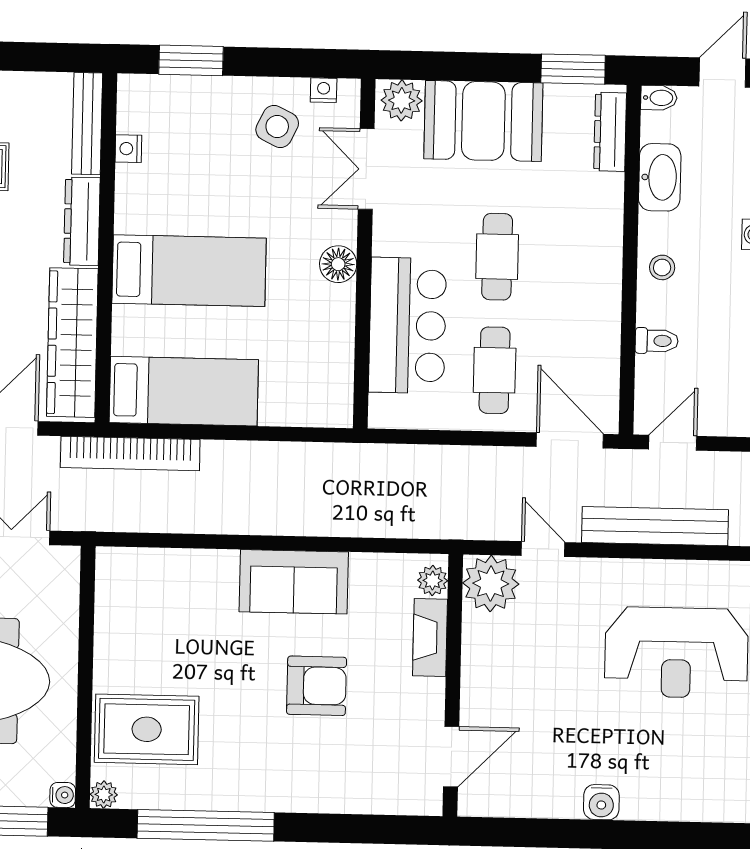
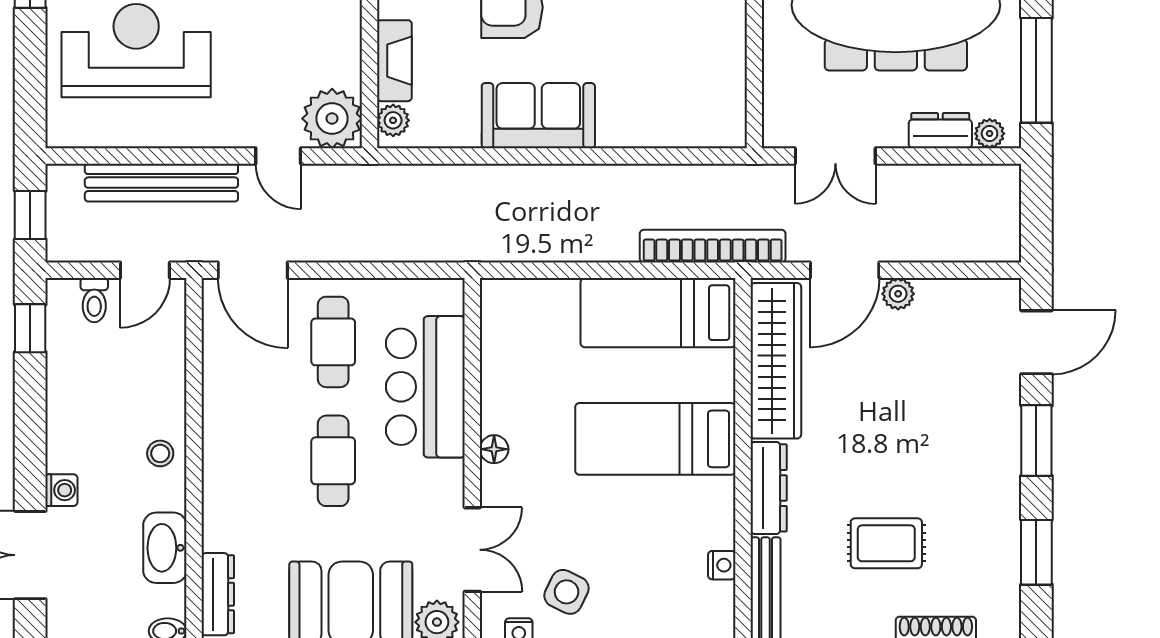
floor lamp: (338, 264) -> (494, 449), width x0.73, depth x0.73
toilet: (657, 341) -> (94, 300), moved, turned -90

